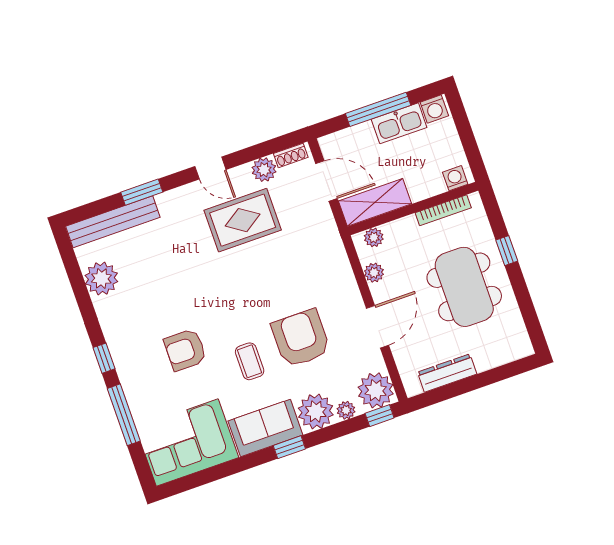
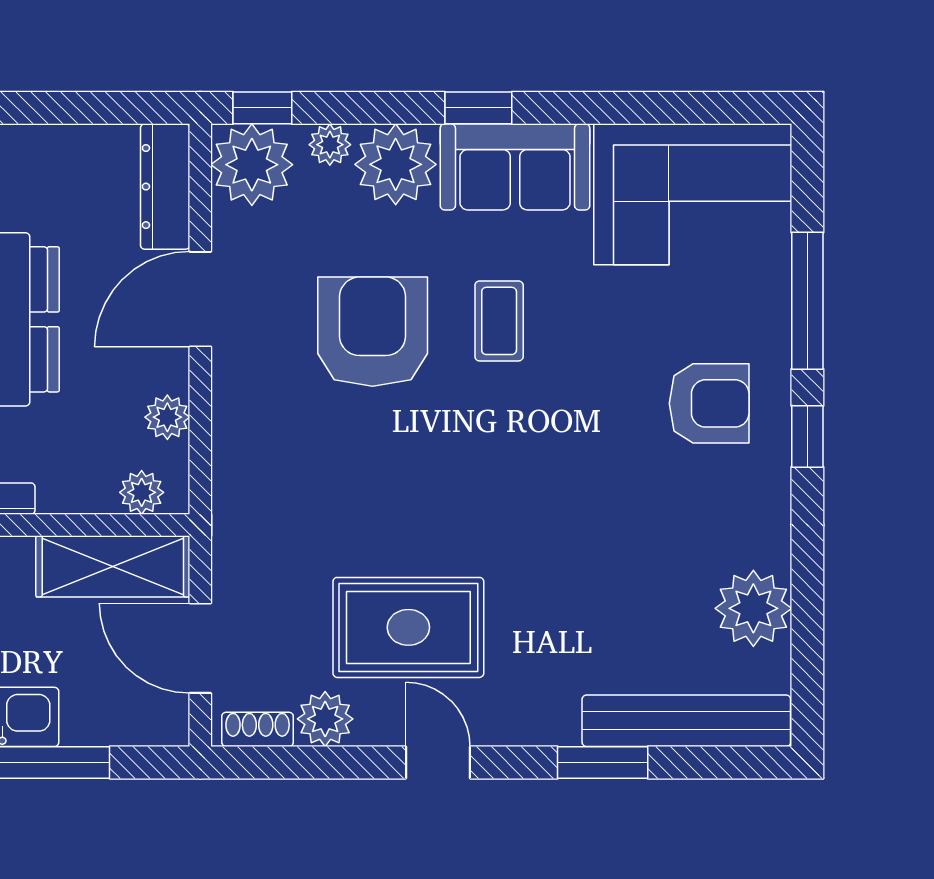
armchair: (301, 338) -> (373, 332), turned 180
armchair: (185, 350) -> (709, 403), moved
dresser: (447, 373) -> (165, 187), moved, turned 90

